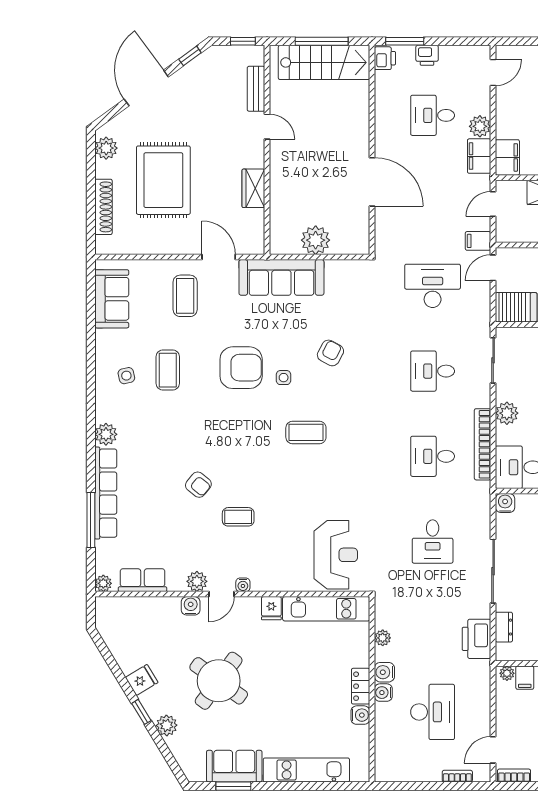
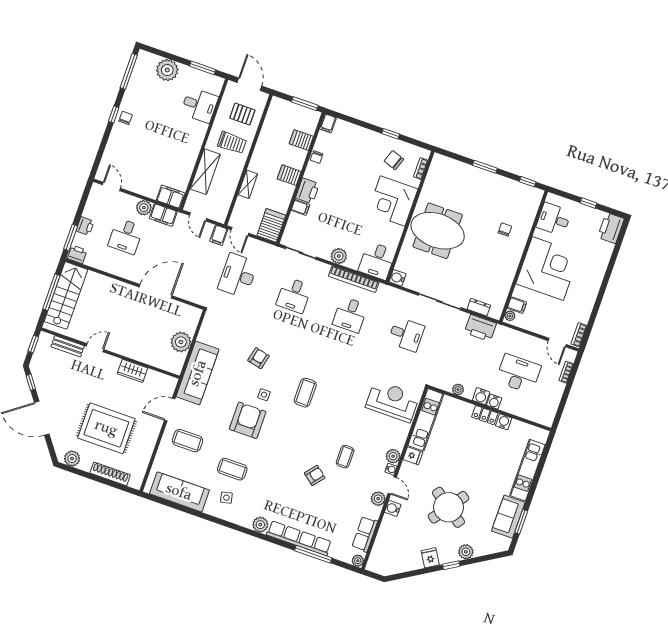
sofa: (112, 299) -> (179, 492), width x1.36
armchair: (330, 353) -> (259, 358), turned 75
plant: (262, 582) -> (393, 456), added

